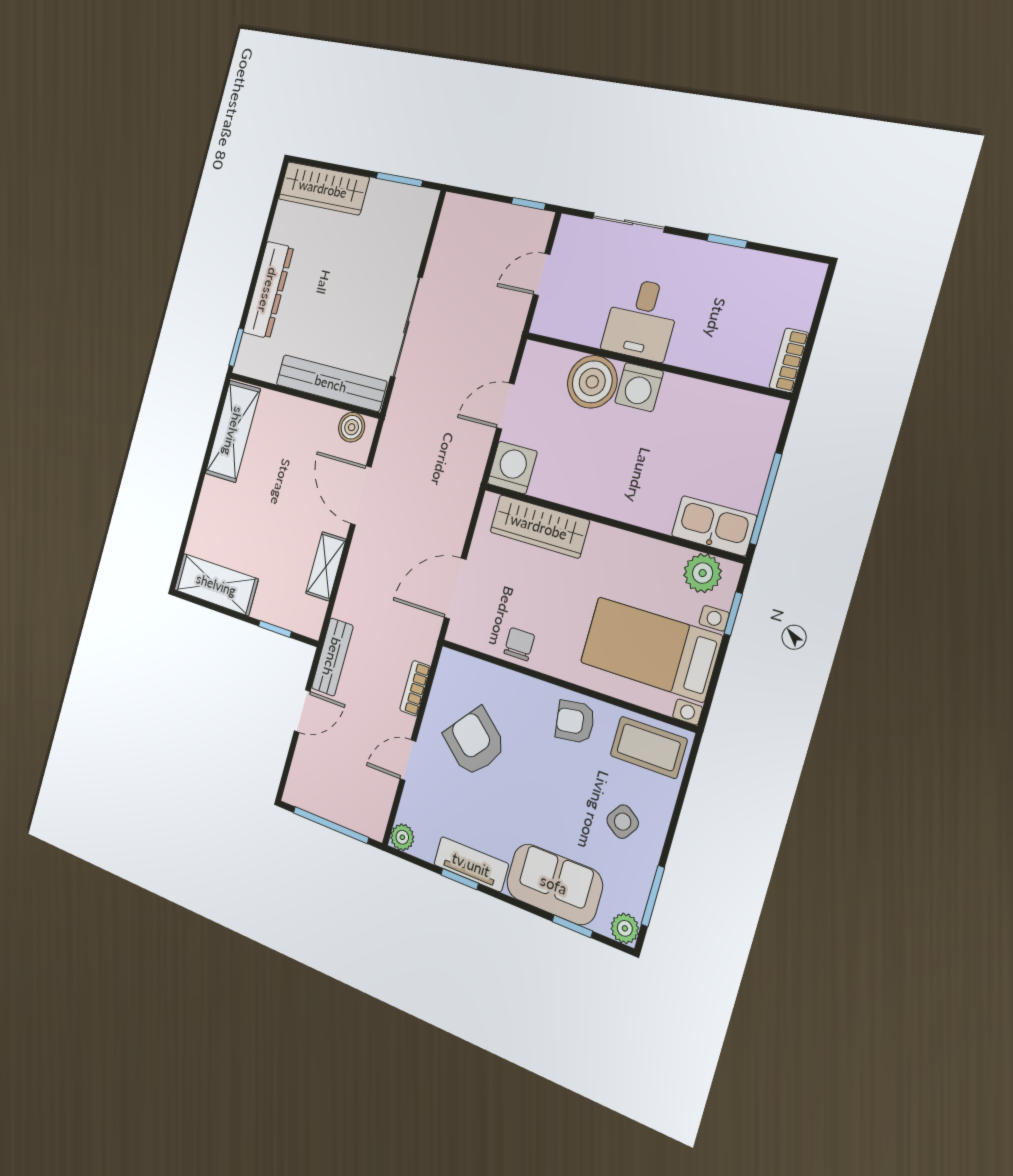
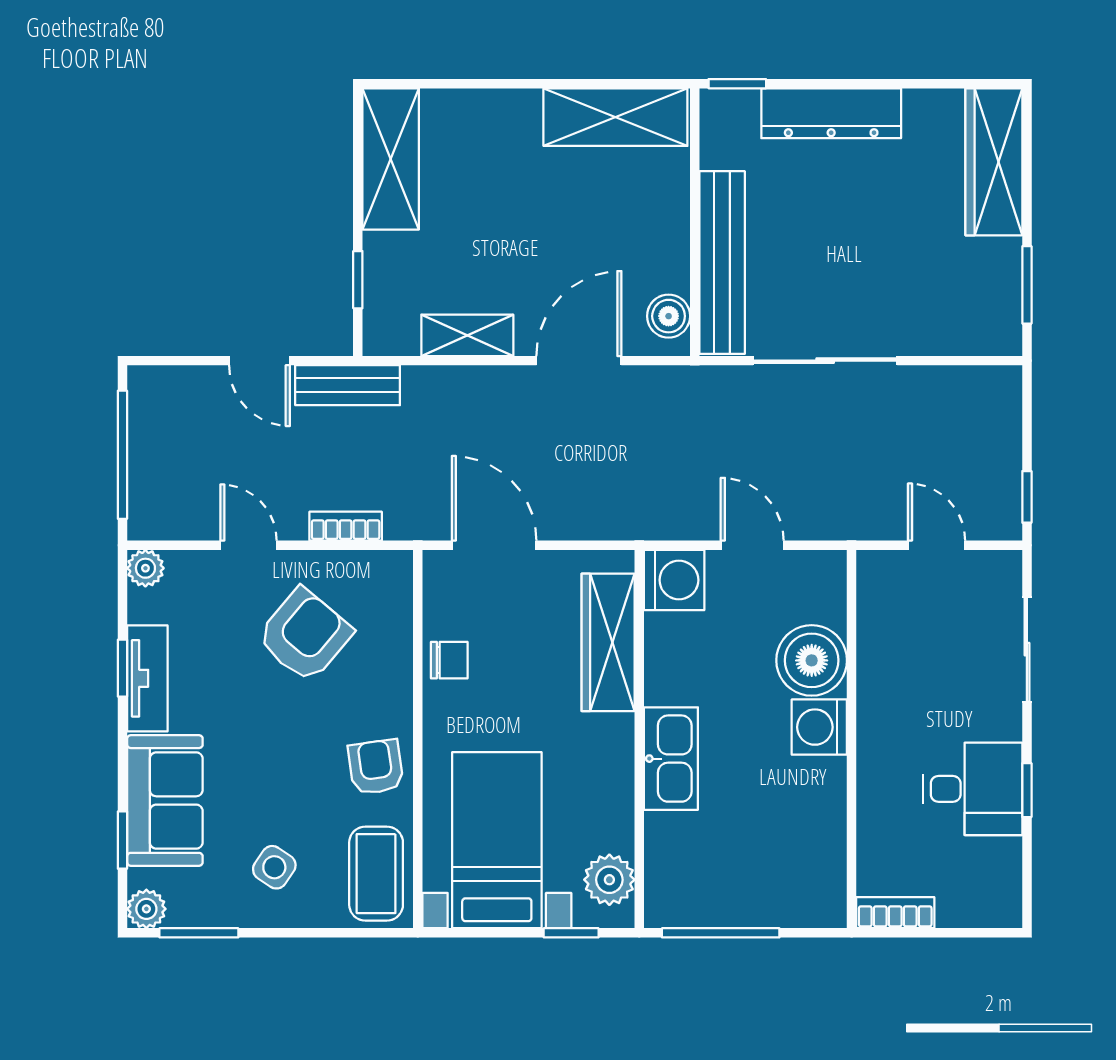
desk: (641, 319) -> (973, 789), moved, turned 180
kitchen sink: (714, 526) -> (671, 759), moved

